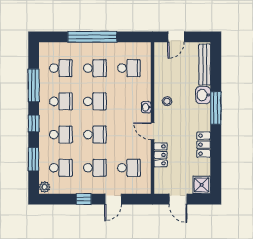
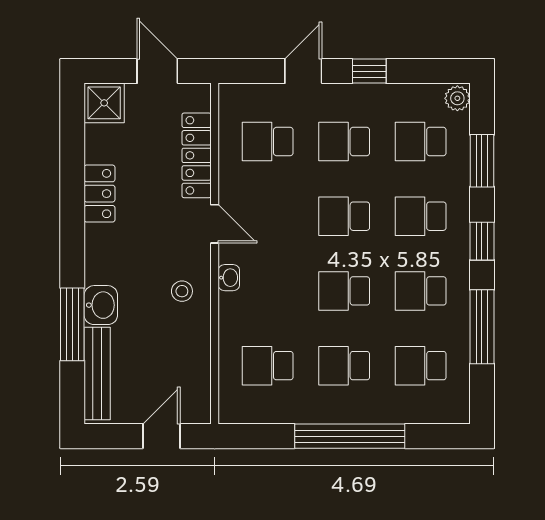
window: (216, 108) -> (72, 324), moved
locker: (160, 155) -> (197, 155), width x1.53

